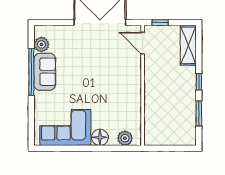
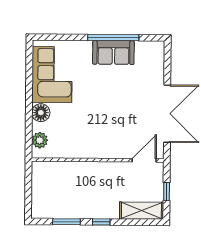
window: (160, 23) -> (167, 191), moved
plant: (41, 44) -> (143, 49), removed

